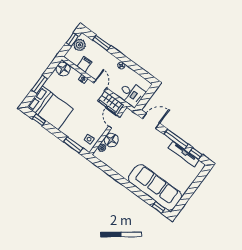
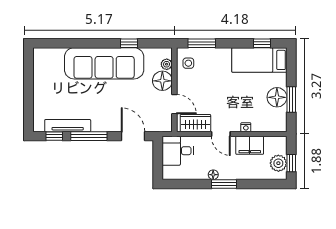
window: (102, 43) -> (224, 184), moved
filing cabinet: (84, 64) -> (250, 145), width x2.00
floor lamp: (63, 69) -> (277, 97), moved
window: (40, 84) -> (291, 99), moved
bed: (50, 108) -> (259, 60), width x0.67
door: (151, 121) -> (133, 136), swing flipped
sofa: (155, 187) -> (104, 63), moved
window: (159, 207) -> (129, 43), moved

